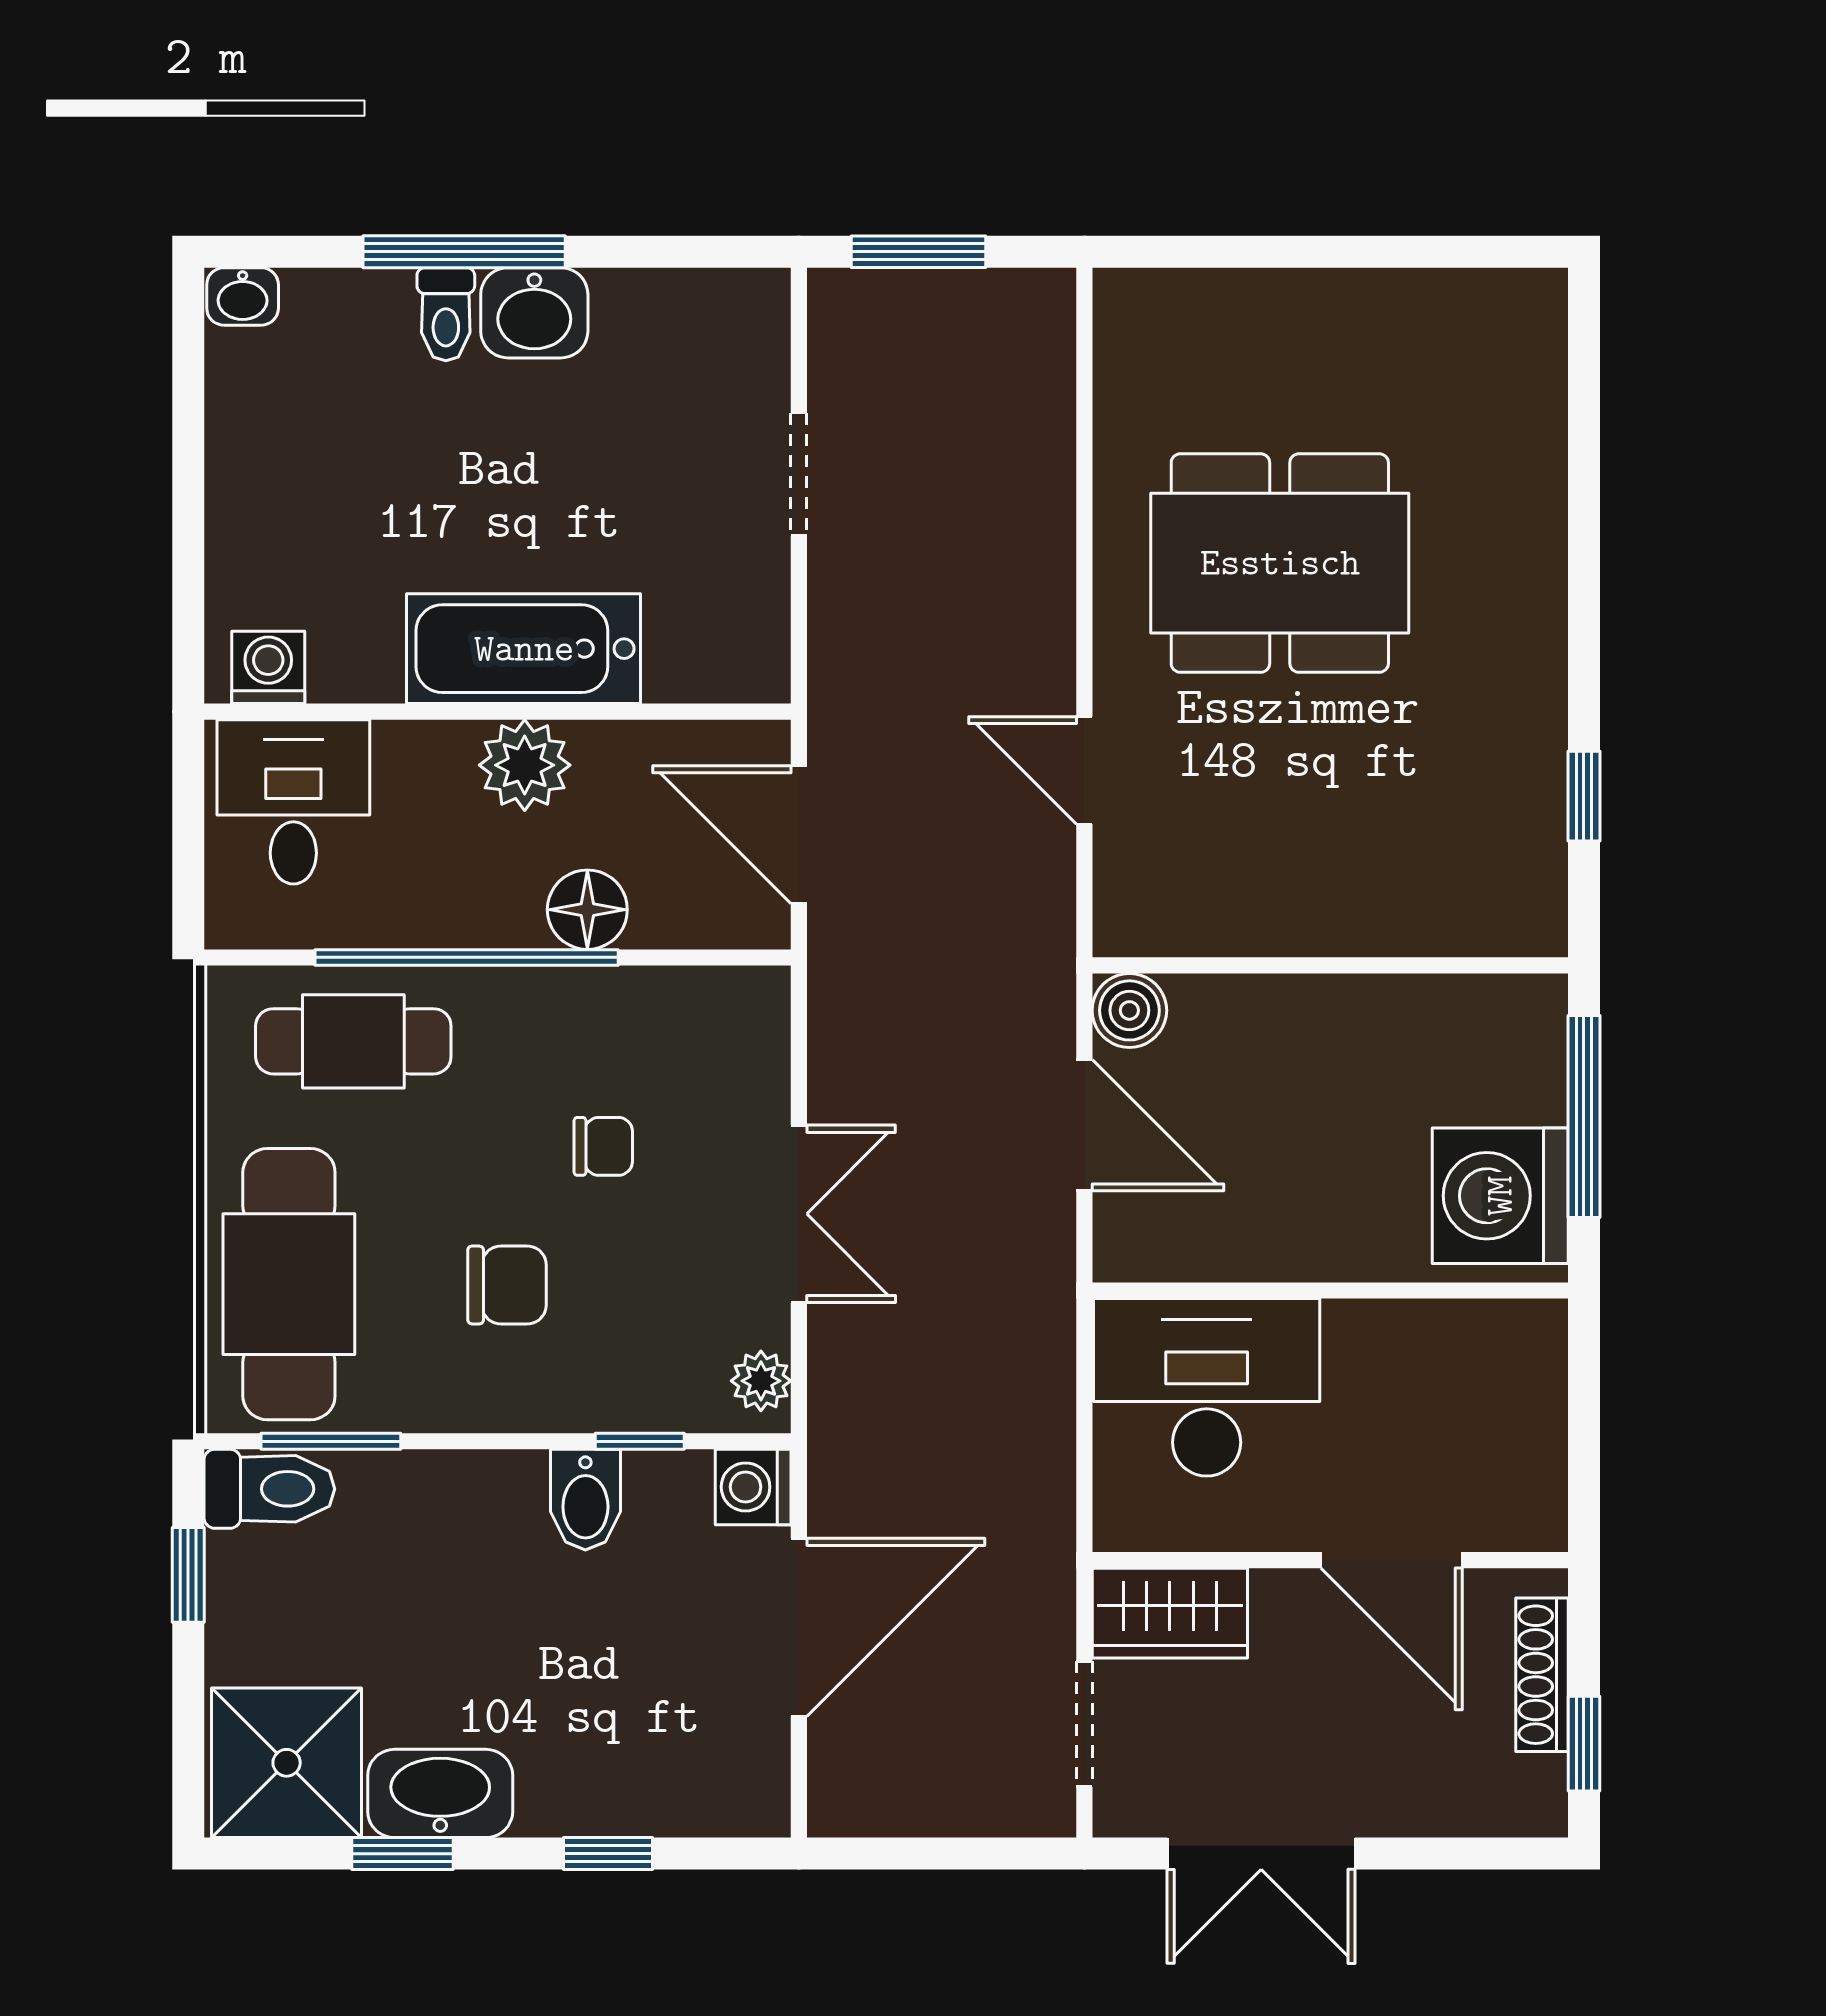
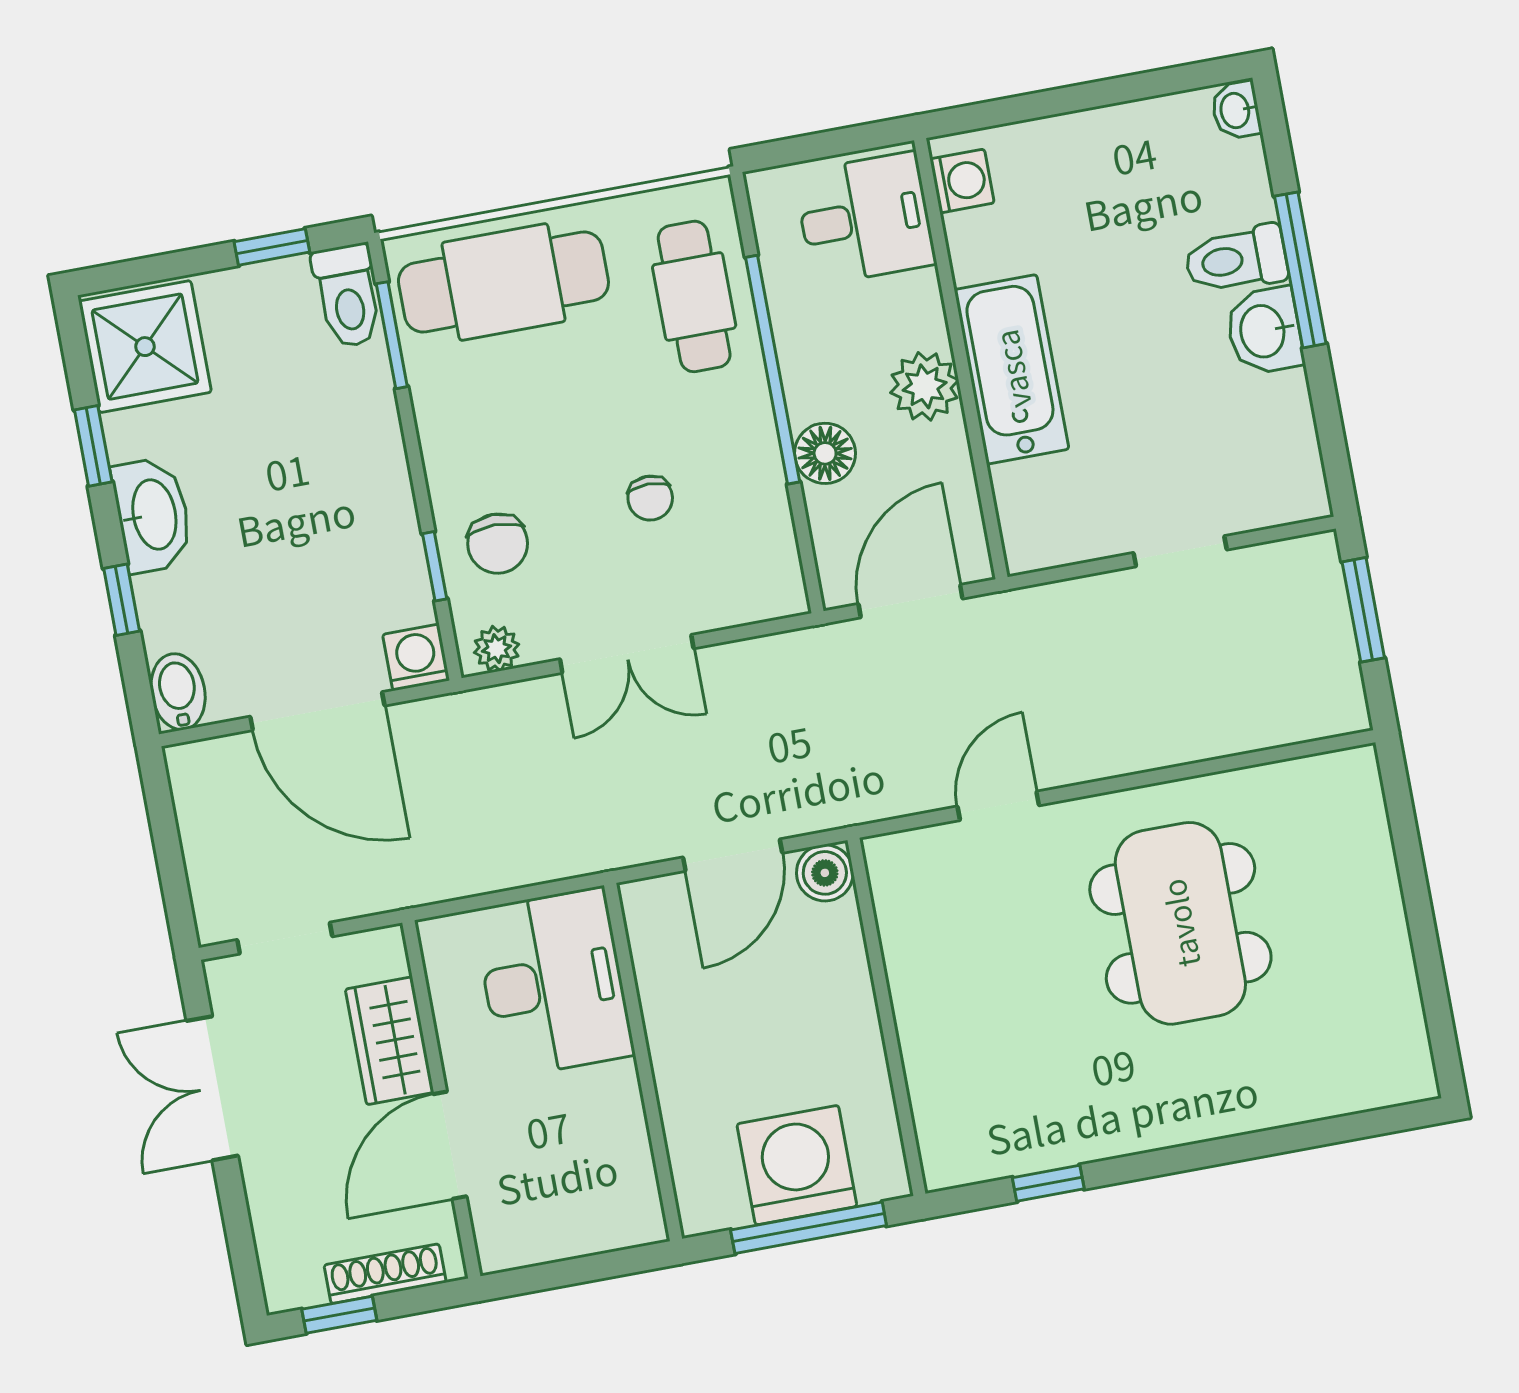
toilet: (446, 314) -> (1236, 259), width x1.37, depth x1.39
washing machine: (1500, 1196) -> (797, 1165), moved
chair: (507, 1285) -> (498, 544), moved
bidet: (585, 1500) -> (178, 692), moved, turned 90
wardrobe: (1170, 1613) -> (390, 1041), moved
washbasin: (440, 1793) -> (152, 515), moved

